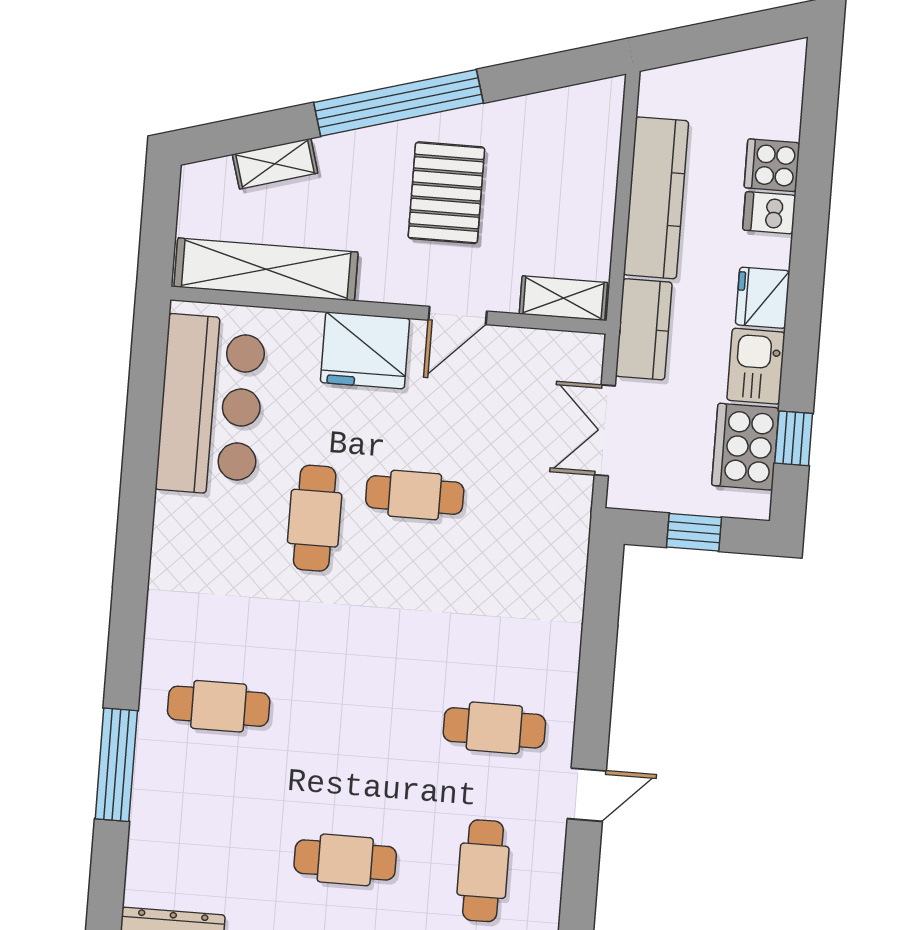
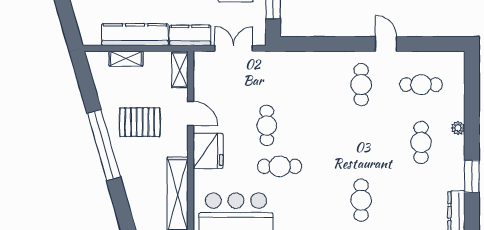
shelving: (275, 164) -> (126, 59), moved, turned -74
double door: (605, 430) -> (234, 48), swing flipped

